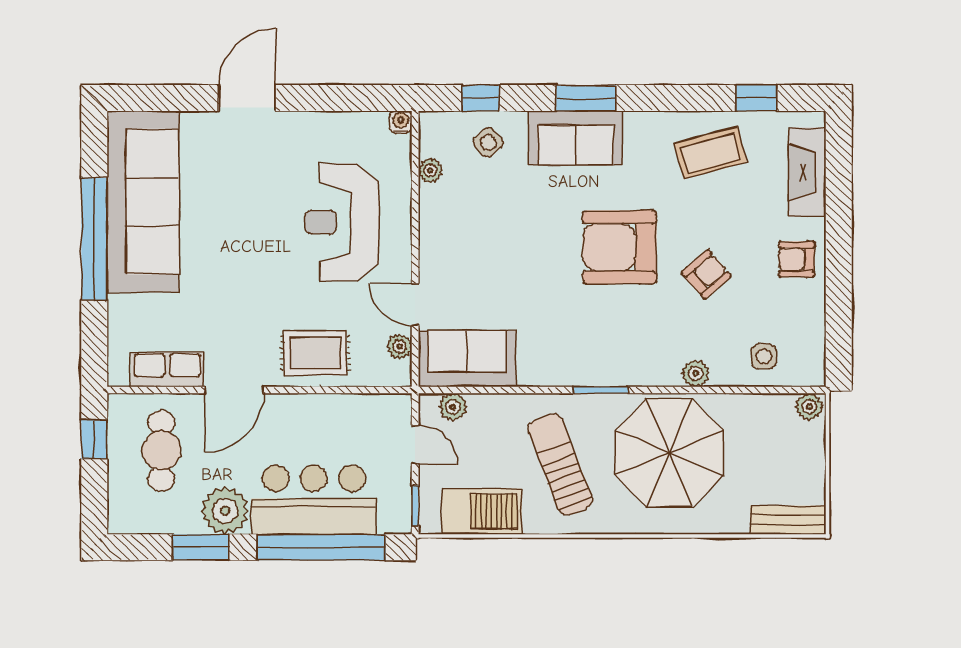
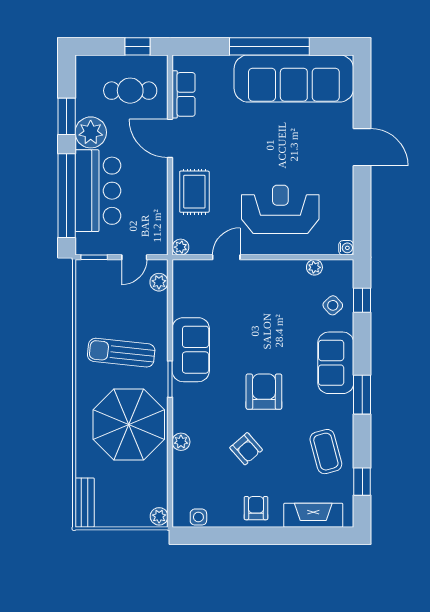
window: (586, 98) -> (362, 395), moved
armchair: (619, 247) -> (264, 392), width x0.73, depth x0.73
plant: (400, 346) -> (181, 247), moved
side table: (764, 356) -> (198, 517), moved
sofa: (467, 359) -> (191, 350), moved
sun lounger: (560, 464) -> (121, 353), turned -153
barbecue: (482, 511) -> (90, 301), removed

